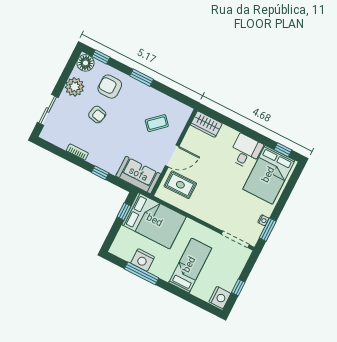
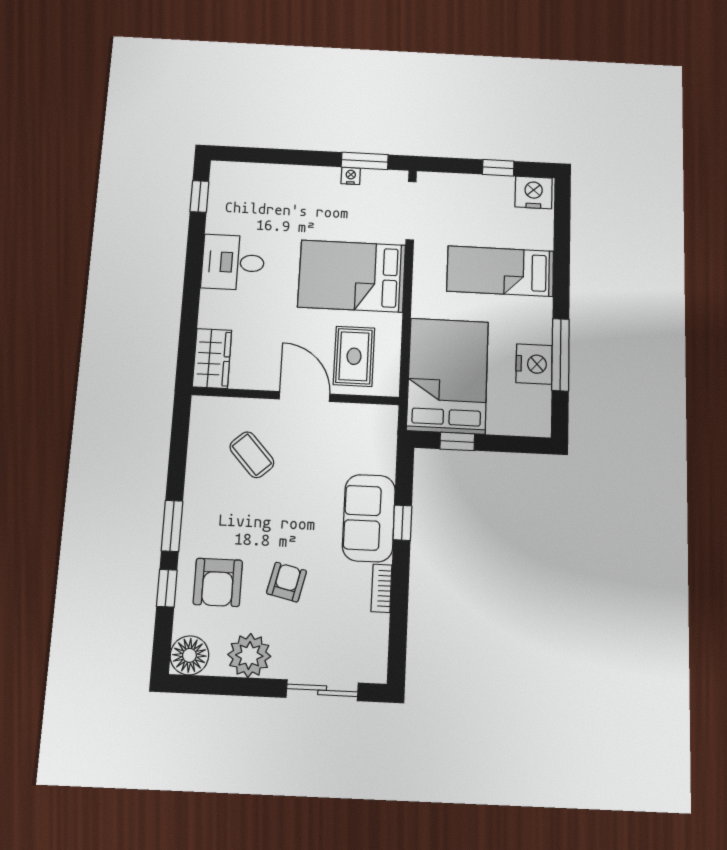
window: (101, 57) -> (167, 588), moved
sofa: (138, 175) -> (369, 518), moved
bed: (269, 175) -> (352, 276), moved, turned 180

